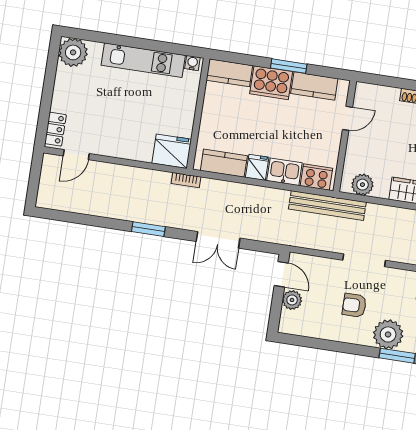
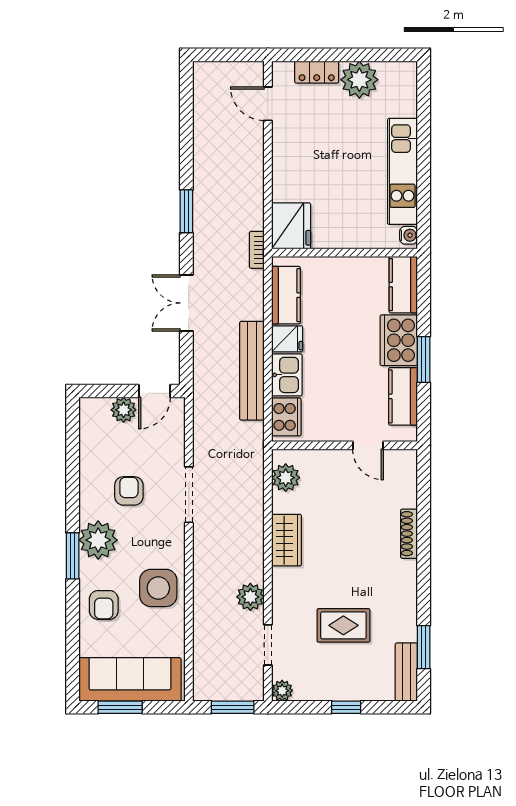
plant: (73, 52) -> (359, 80), moved
locker: (55, 129) -> (317, 72), moved
bench: (327, 206) -> (252, 371), moved

